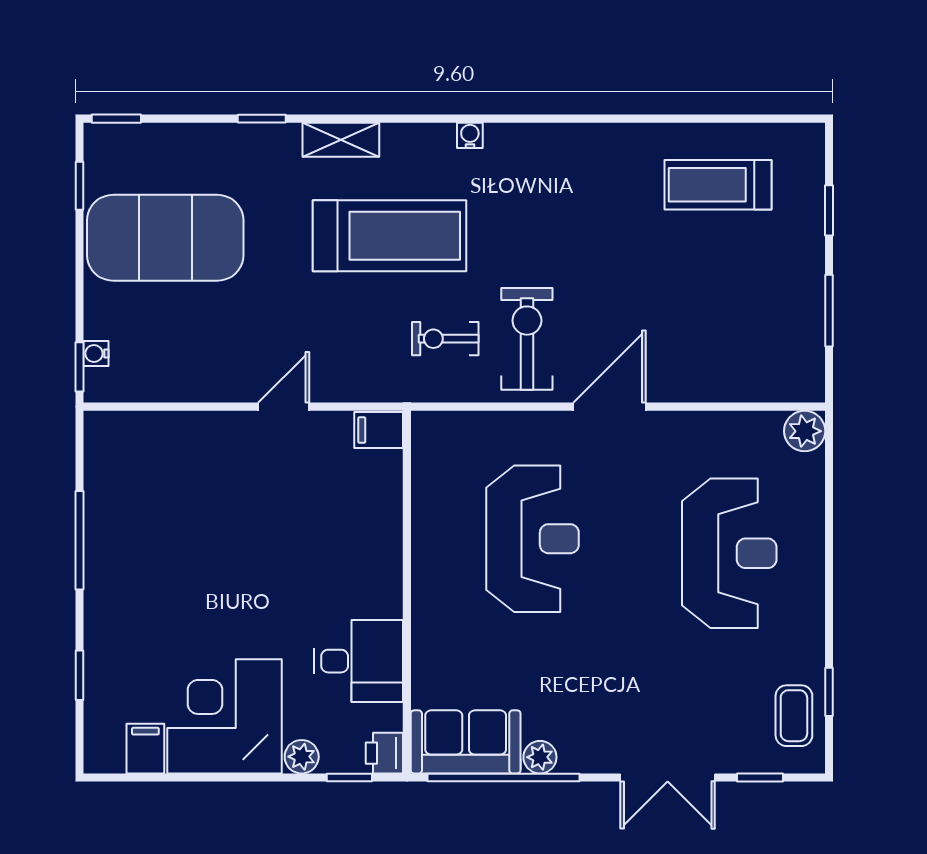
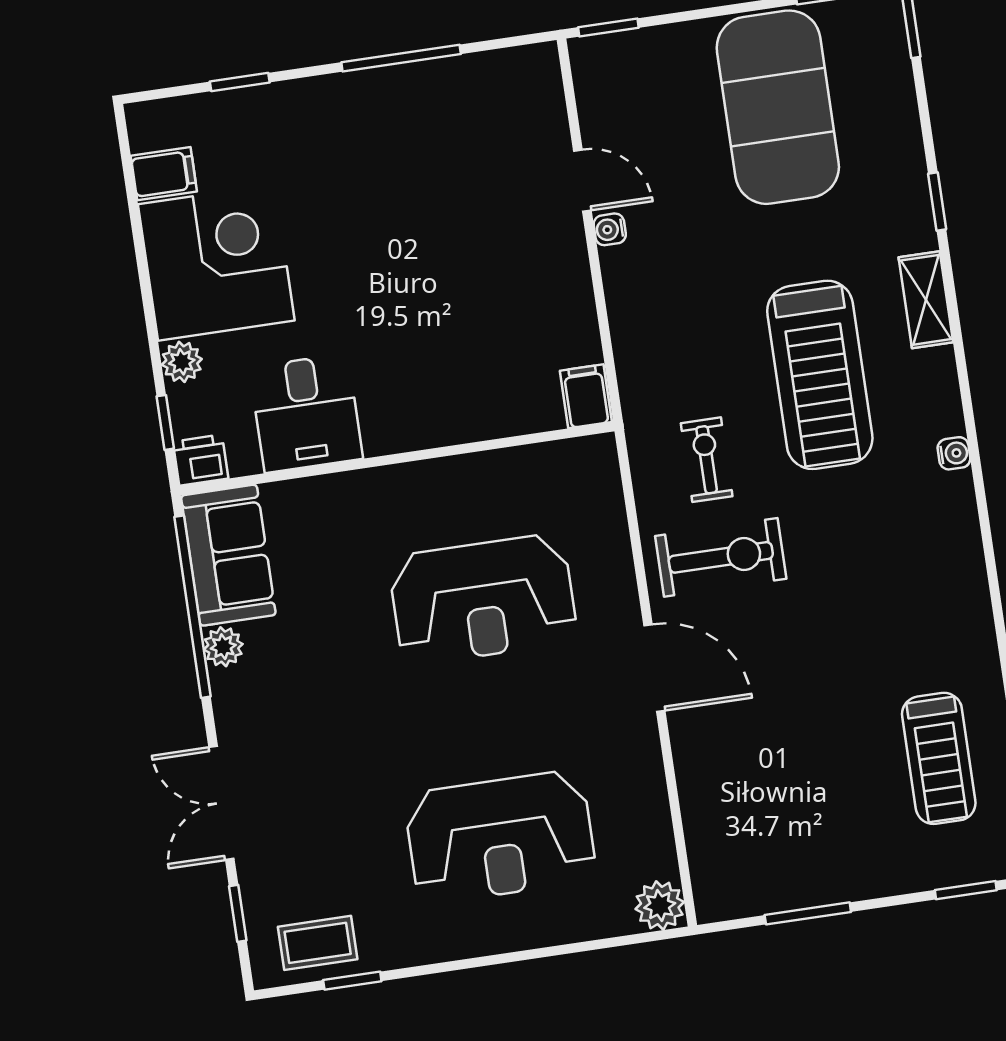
treadmill: (718, 185) -> (939, 758), turned 180
window: (829, 210) -> (966, 890), moved
water cooler: (96, 354) -> (610, 229), moved, turned -90
door: (284, 407) -> (582, 181), moved

